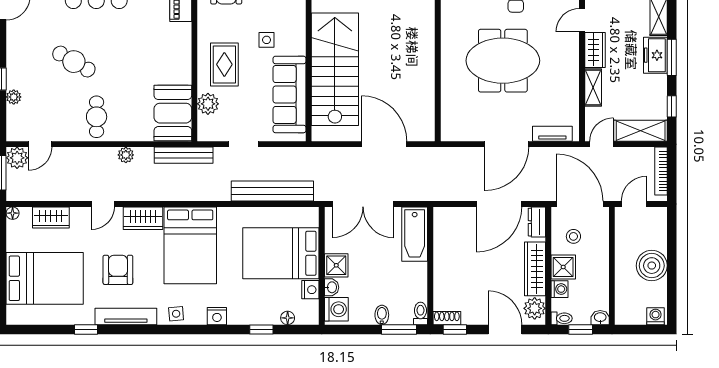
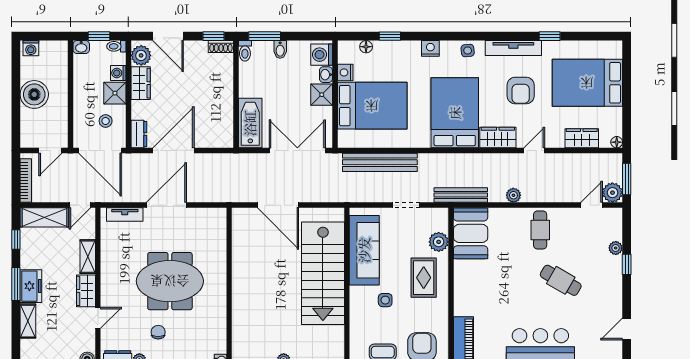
wardrobe: (535, 269) -> (141, 83), width x0.67

